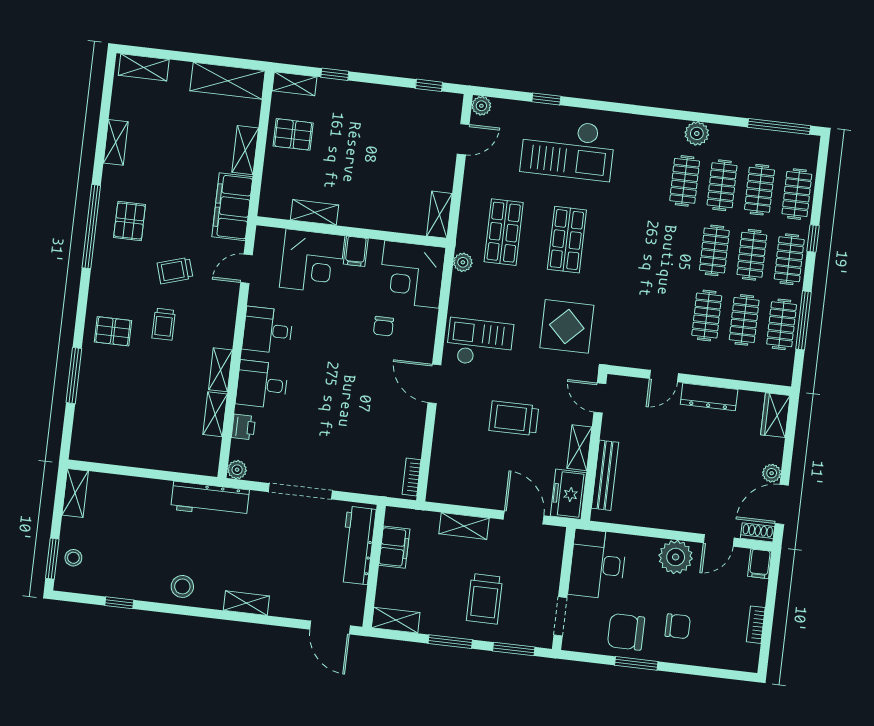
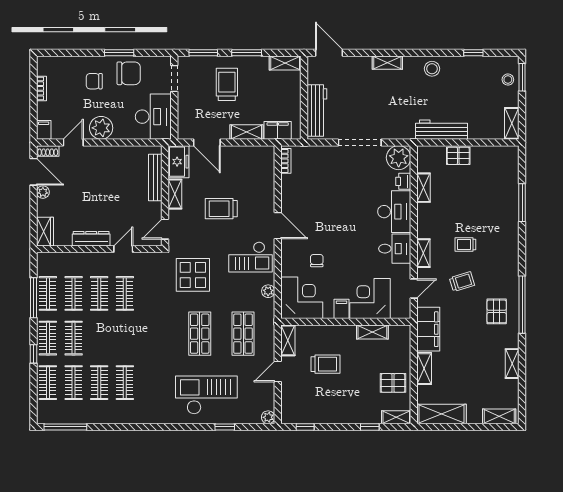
plant: (697, 133) -> (120, 416), removed
door: (463, 139) -> (278, 372), moved
trolley: (388, 173) -> (325, 364), added
clothes rail: (714, 250) -> (125, 293), moved
plant: (463, 262) -> (268, 291), moved
trolley: (164, 324) -> (465, 244), turned -90
pallet: (113, 331) -> (458, 156), moved
shelving: (220, 370) -> (423, 253), moved
desk: (262, 384) -> (394, 212), width x1.37
door: (600, 398) -> (165, 229), swing flipped
trolley: (514, 418) -> (221, 209), turned 180
plant: (237, 470) -> (399, 158), width x1.87, depth x1.87
workbench: (210, 500) -> (441, 130), moved
door: (782, 504) -> (33, 172), hinge flipped
filing cabinet: (394, 547) -> (278, 130), moved, turned 90

